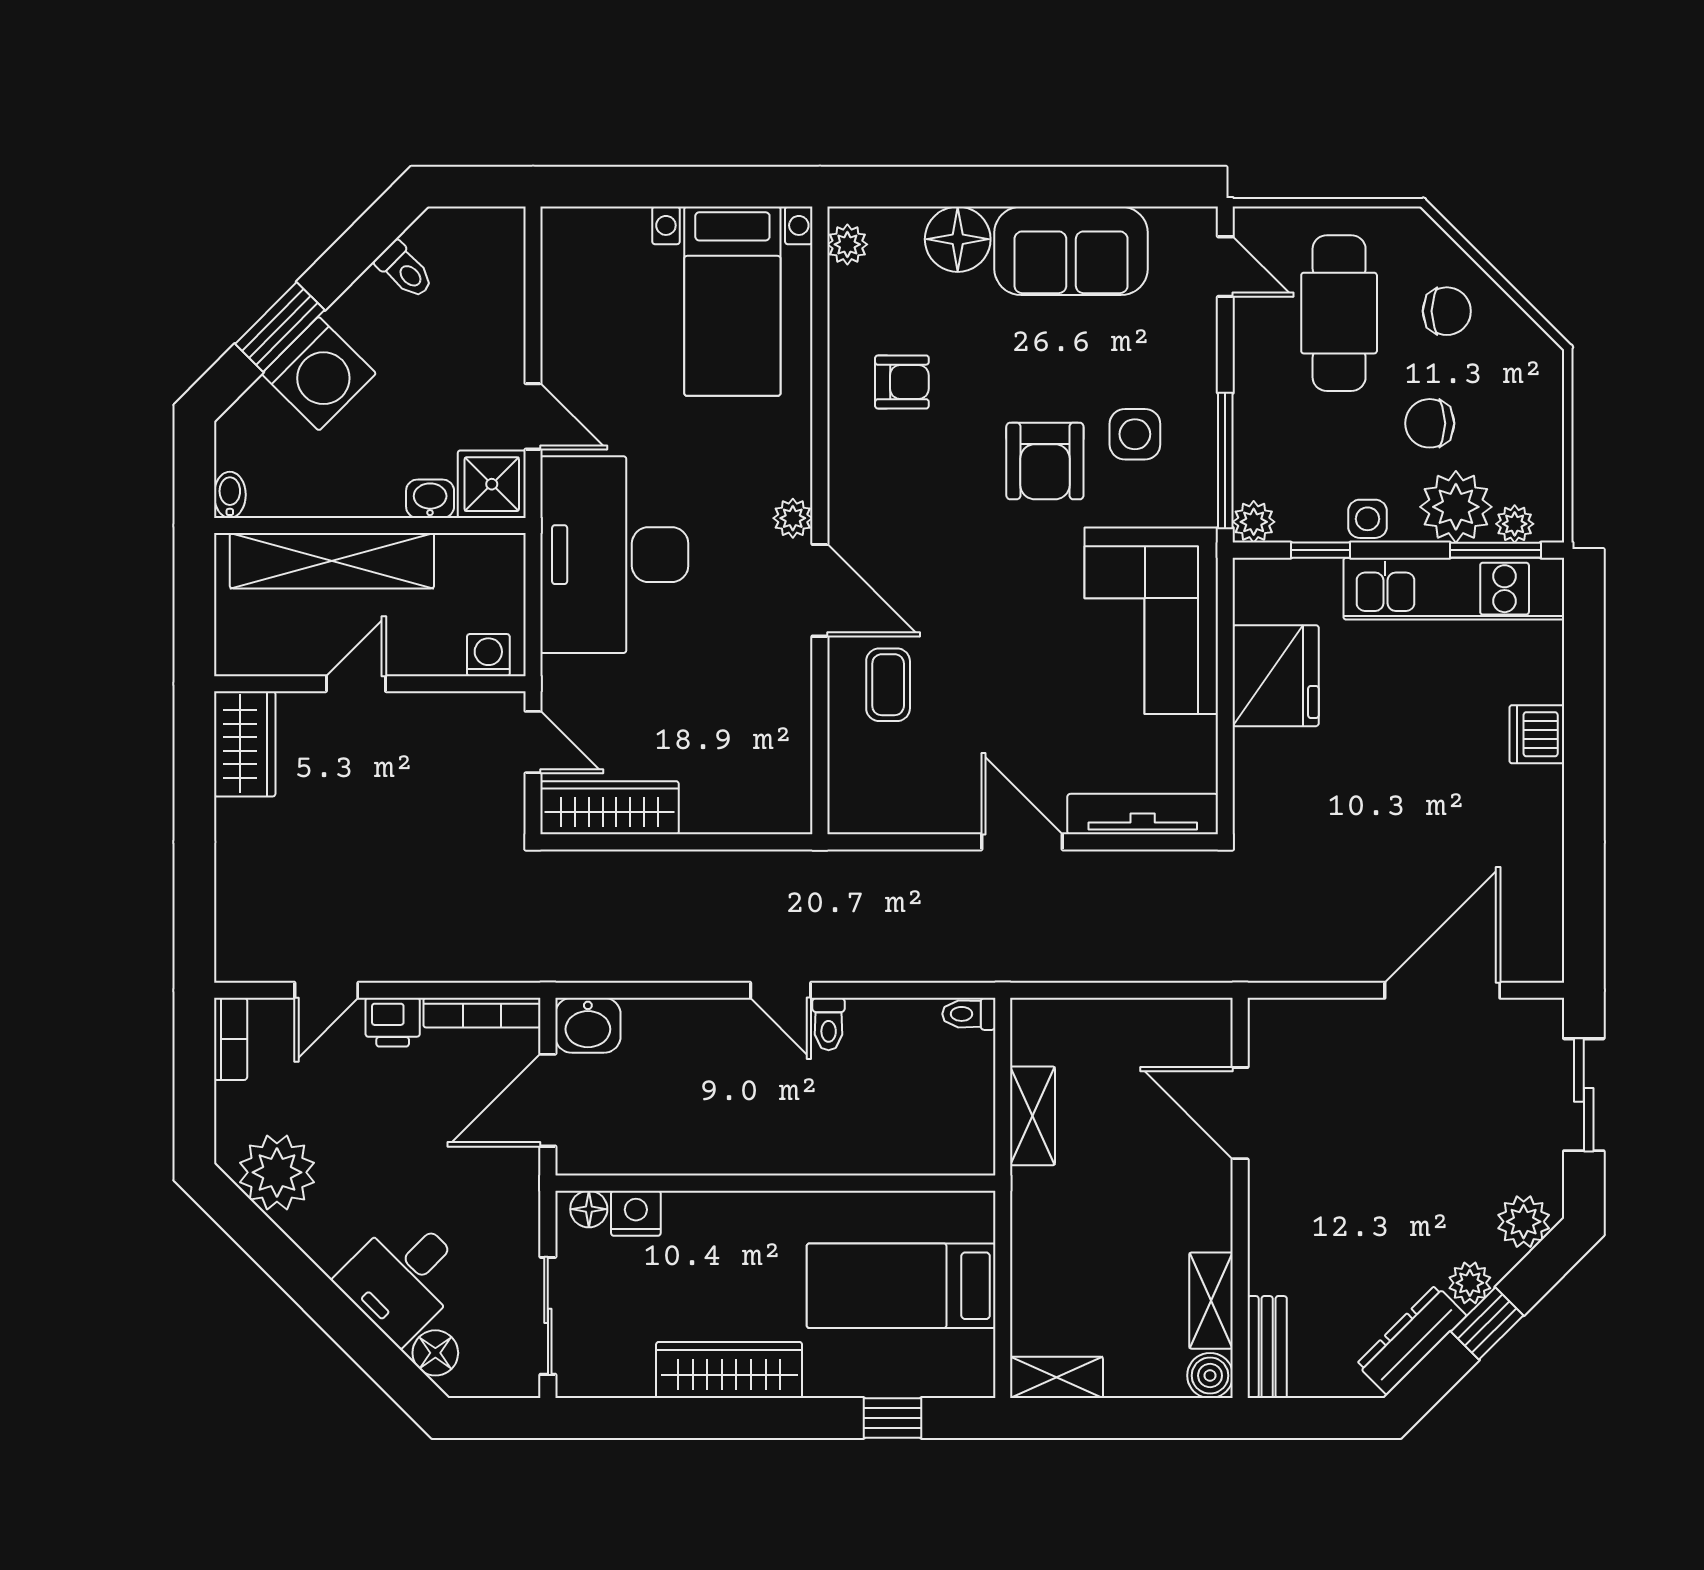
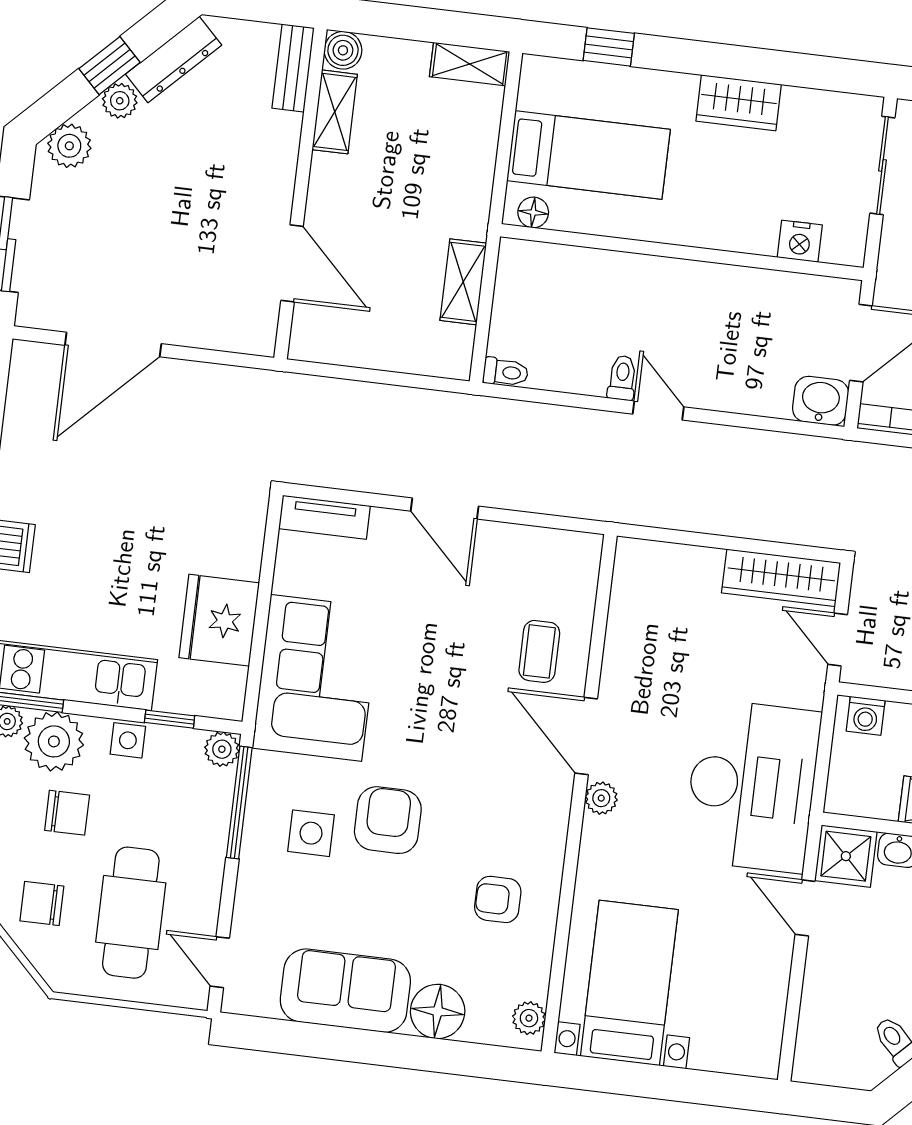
tv unit: (1143, 814) -> (324, 517), width x0.71
floor lamp: (589, 1209) -> (533, 212), moved
wardrobe: (729, 1370) -> (739, 103), width x0.67

